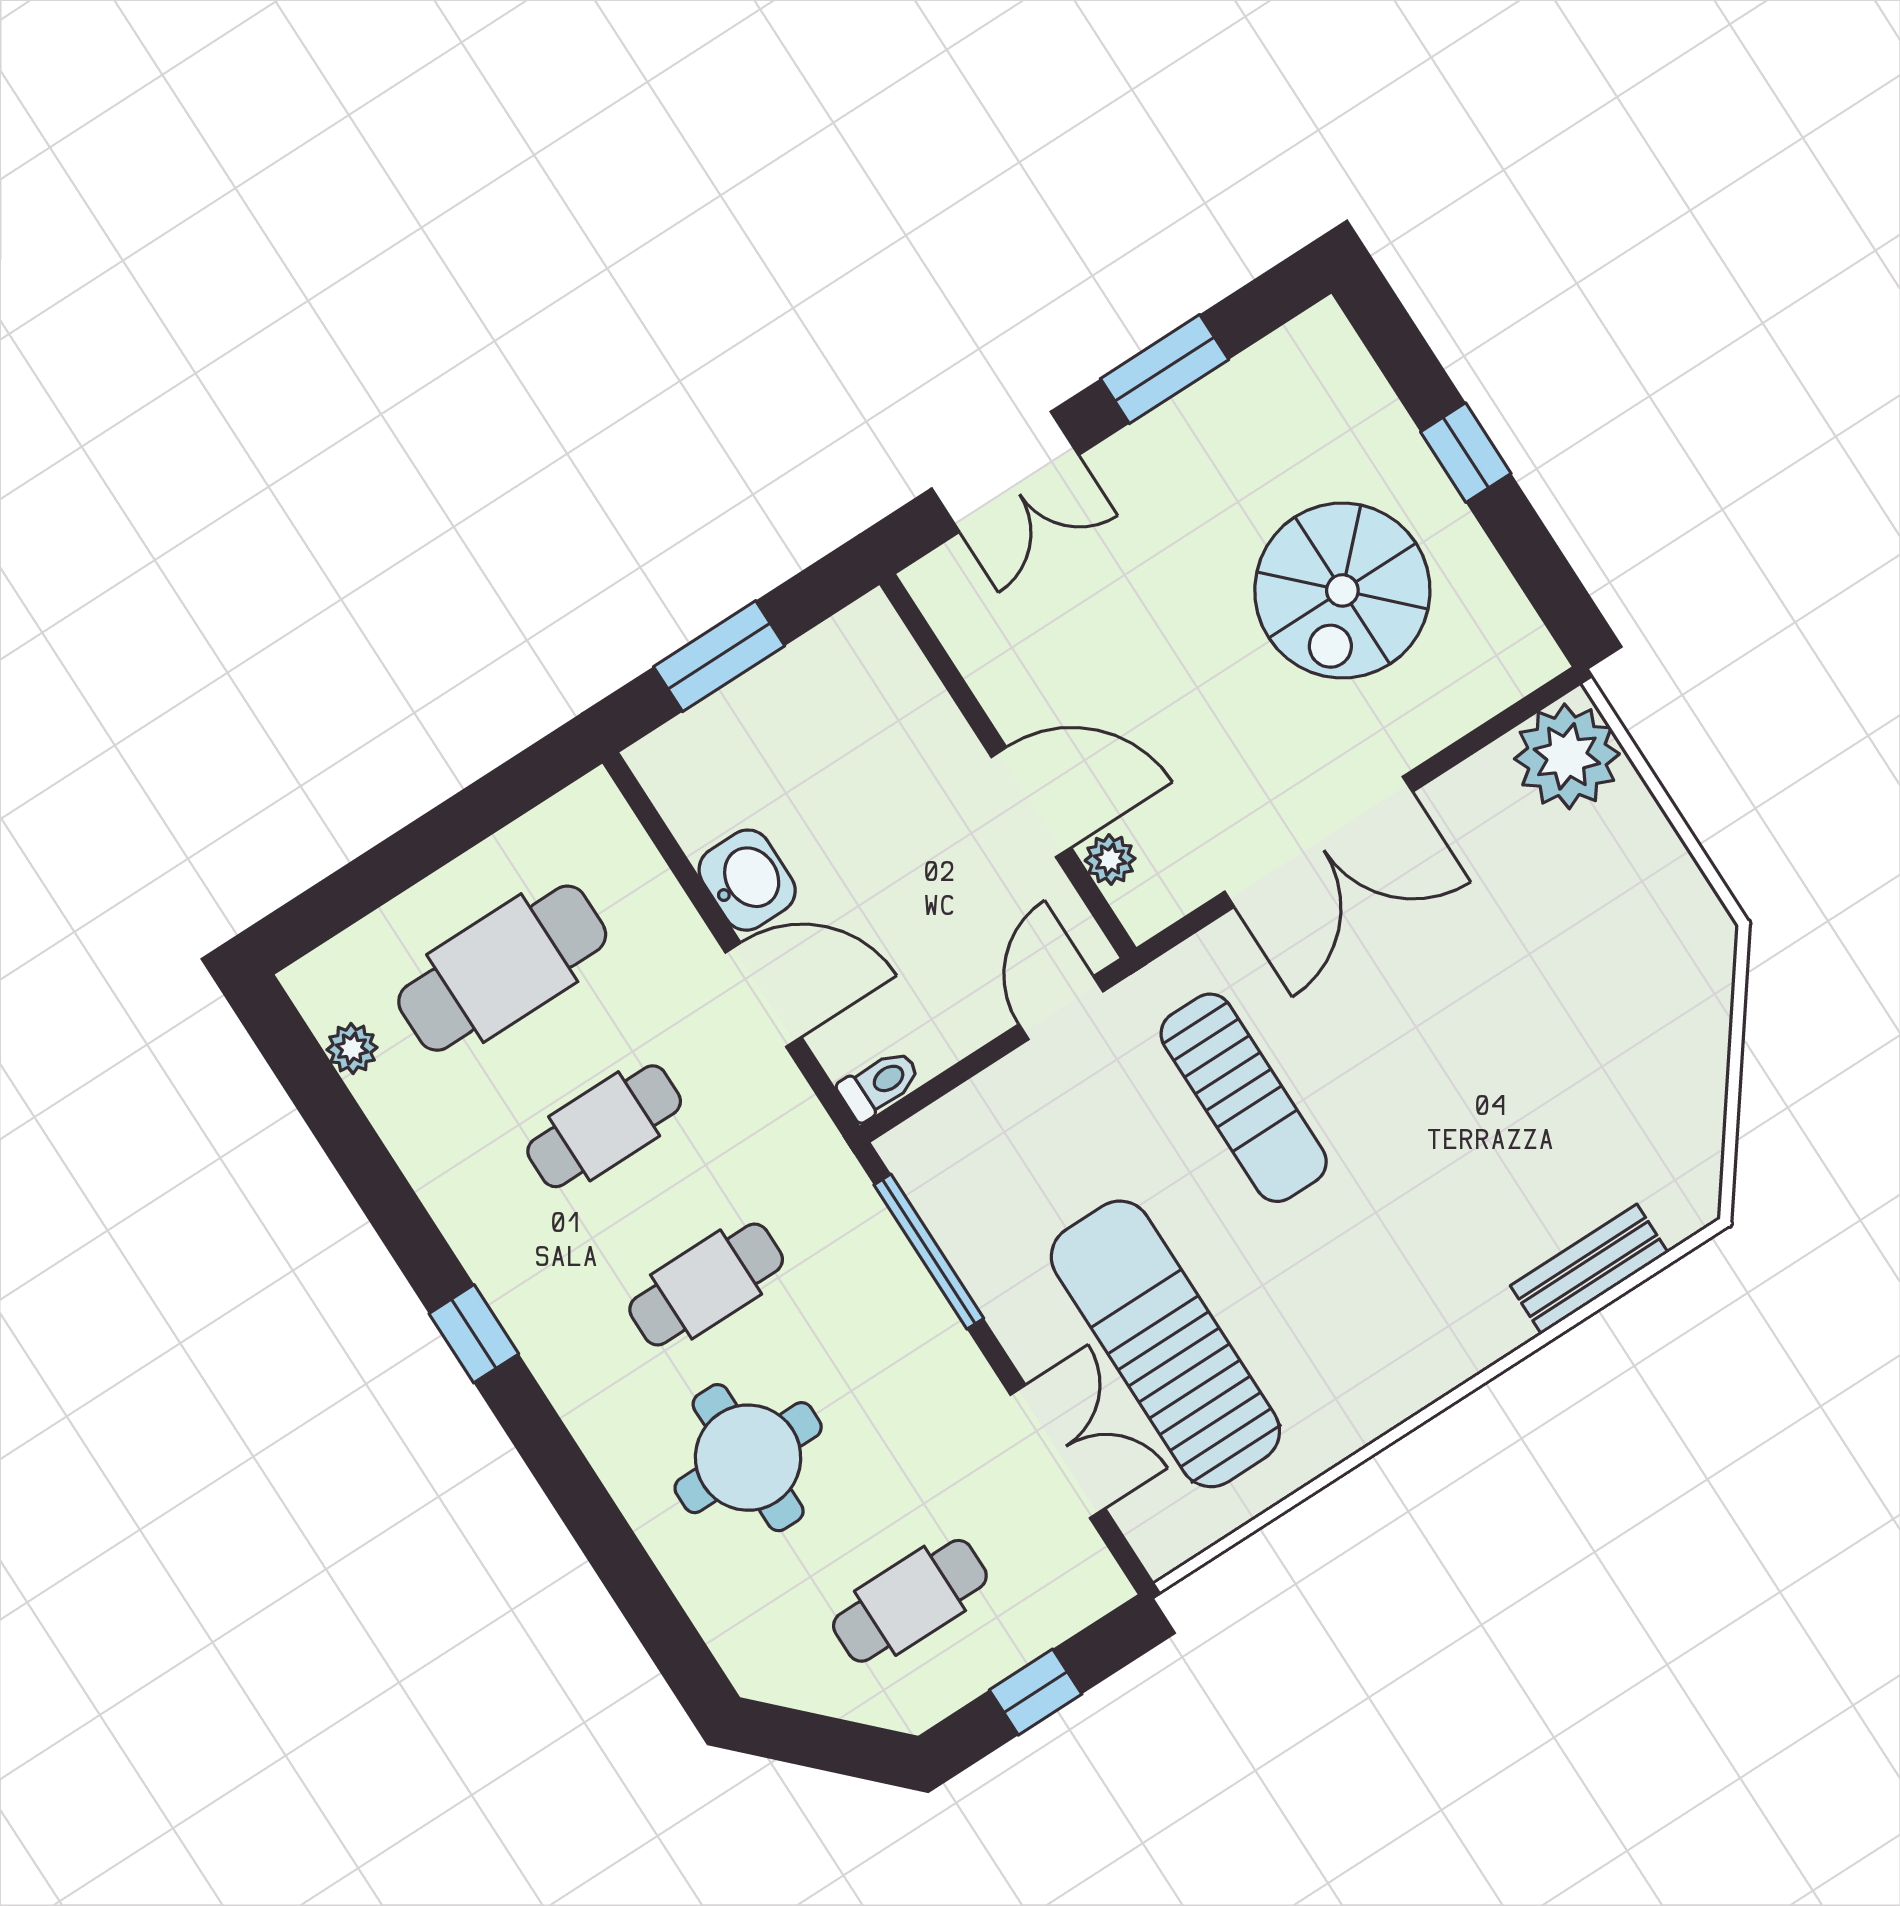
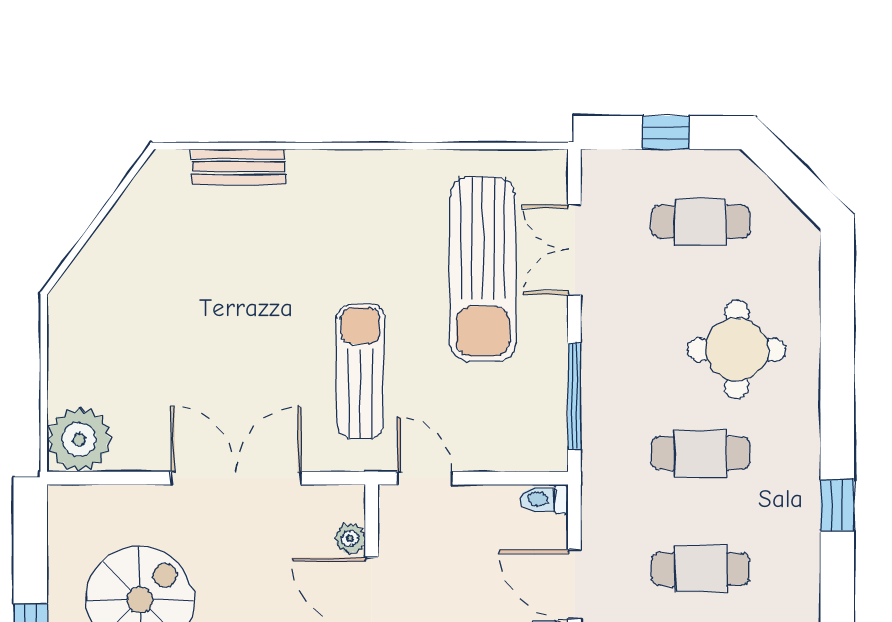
door: (1061, 1008) -> (425, 478), swing flipped

